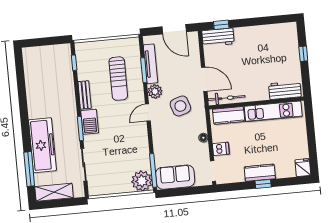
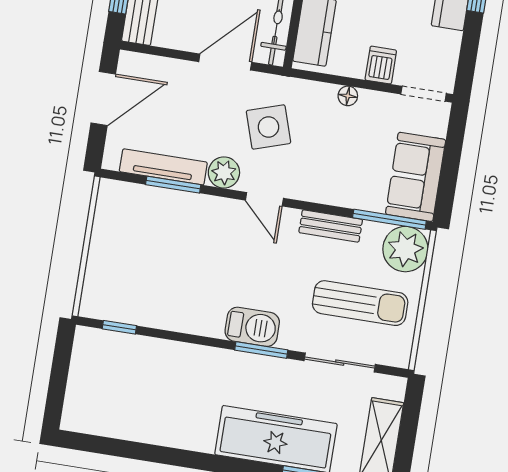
sun lounger: (118, 79) -> (360, 303), moved
bench: (85, 95) -> (331, 226), moved

